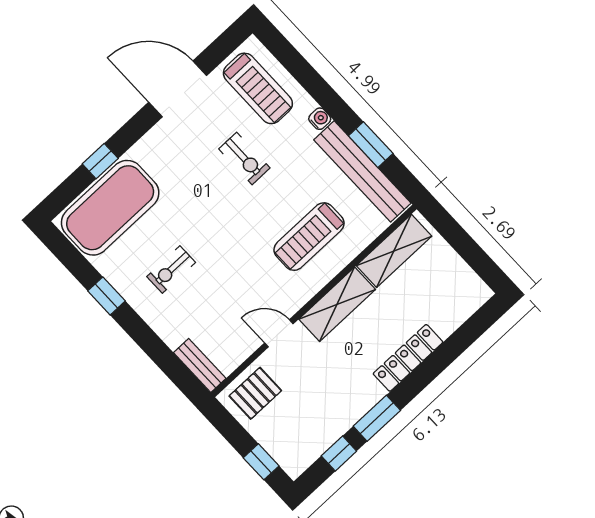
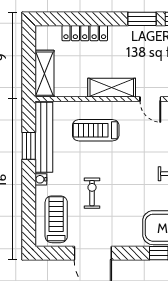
treadmill: (309, 237) -> (96, 130), turned 180
shelving: (394, 251) -> (44, 74), moved, turned 90
locker: (408, 358) -> (85, 33), moved

